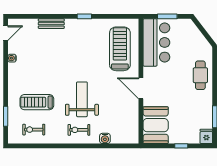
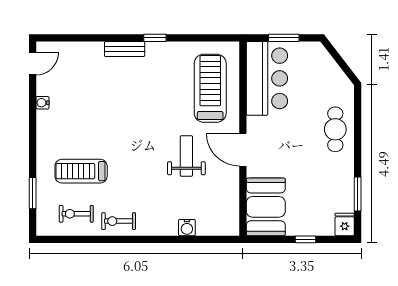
bench: (51, 24) -> (125, 49), moved
weight bench: (82, 99) -> (186, 156), moved, width x0.73, depth x0.75
exercise bike: (79, 130) -> (119, 221), moved

